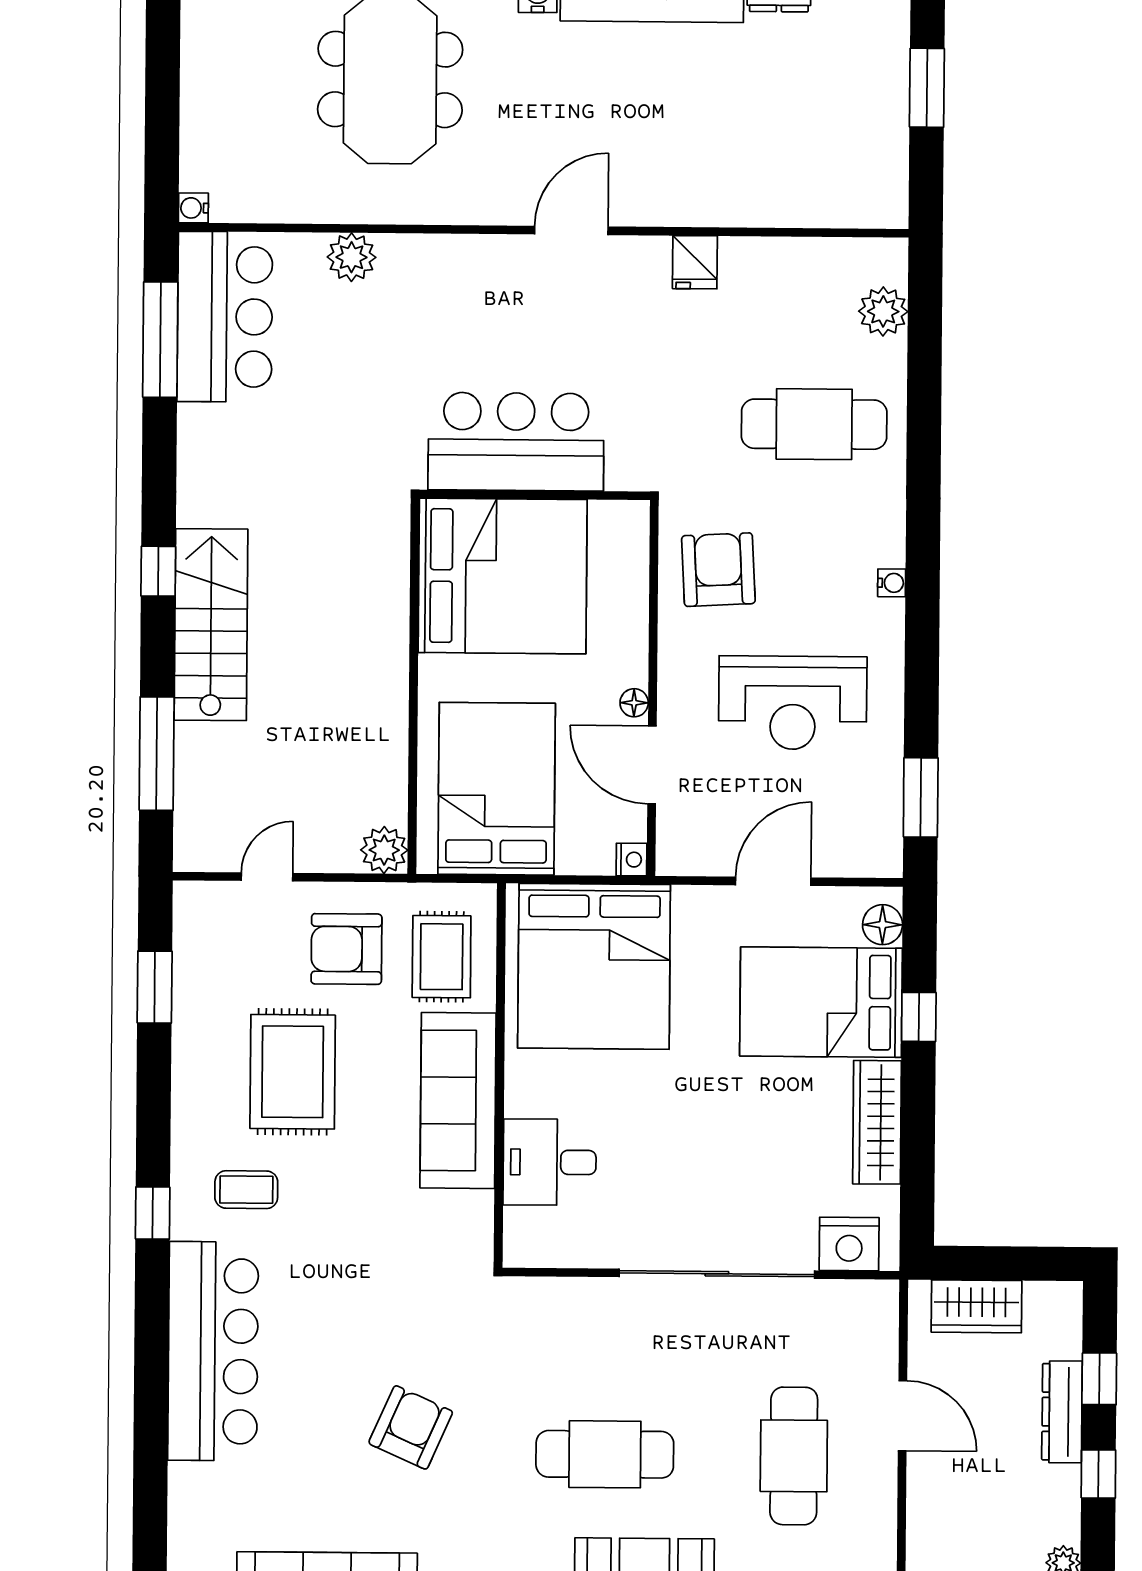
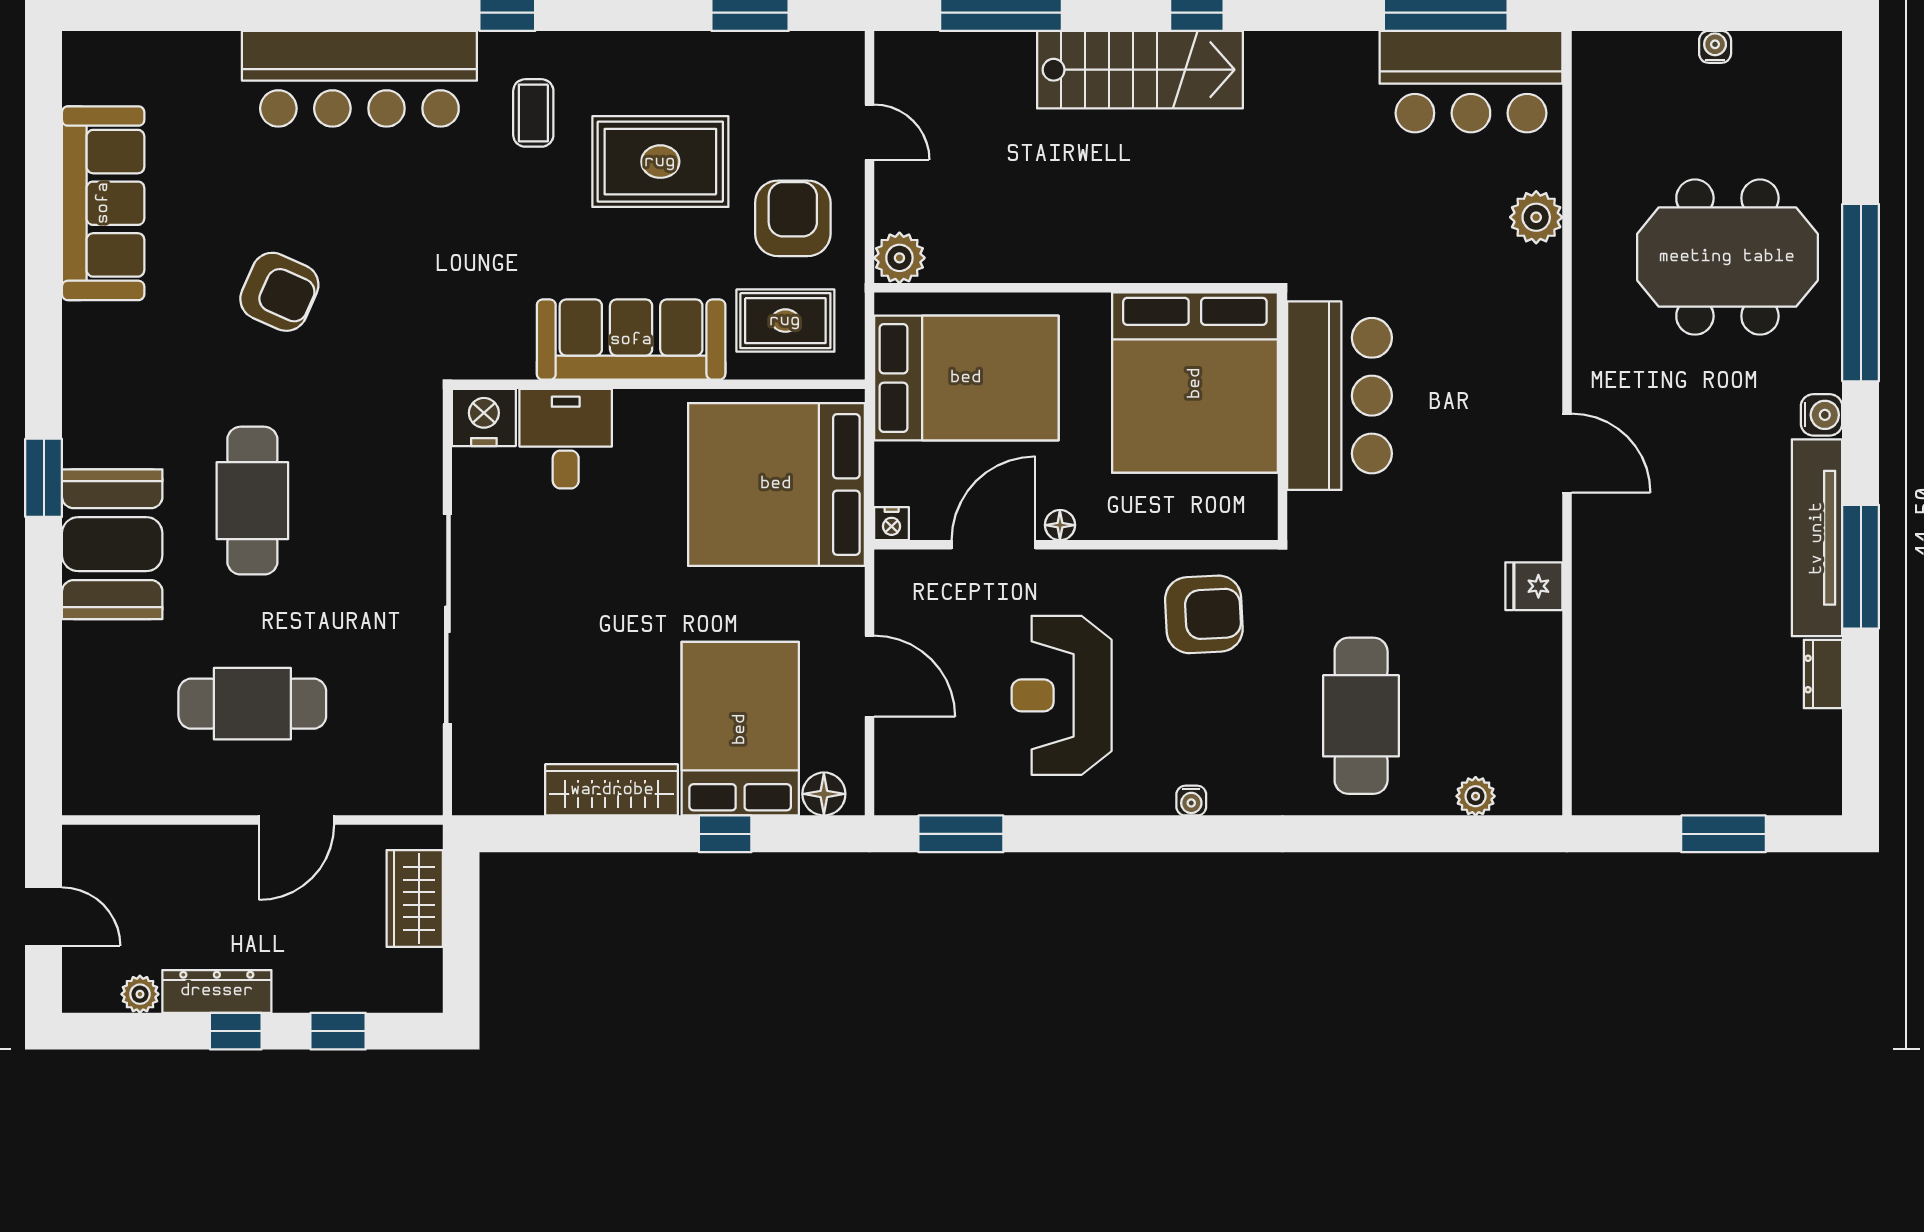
water cooler: (193, 208) -> (1715, 47), moved
plant: (883, 311) -> (1476, 796), width x0.73, depth x0.73
nightstand: (849, 1244) -> (484, 417), moved, turned 90
dresser: (1062, 1412) -> (217, 991), moved

